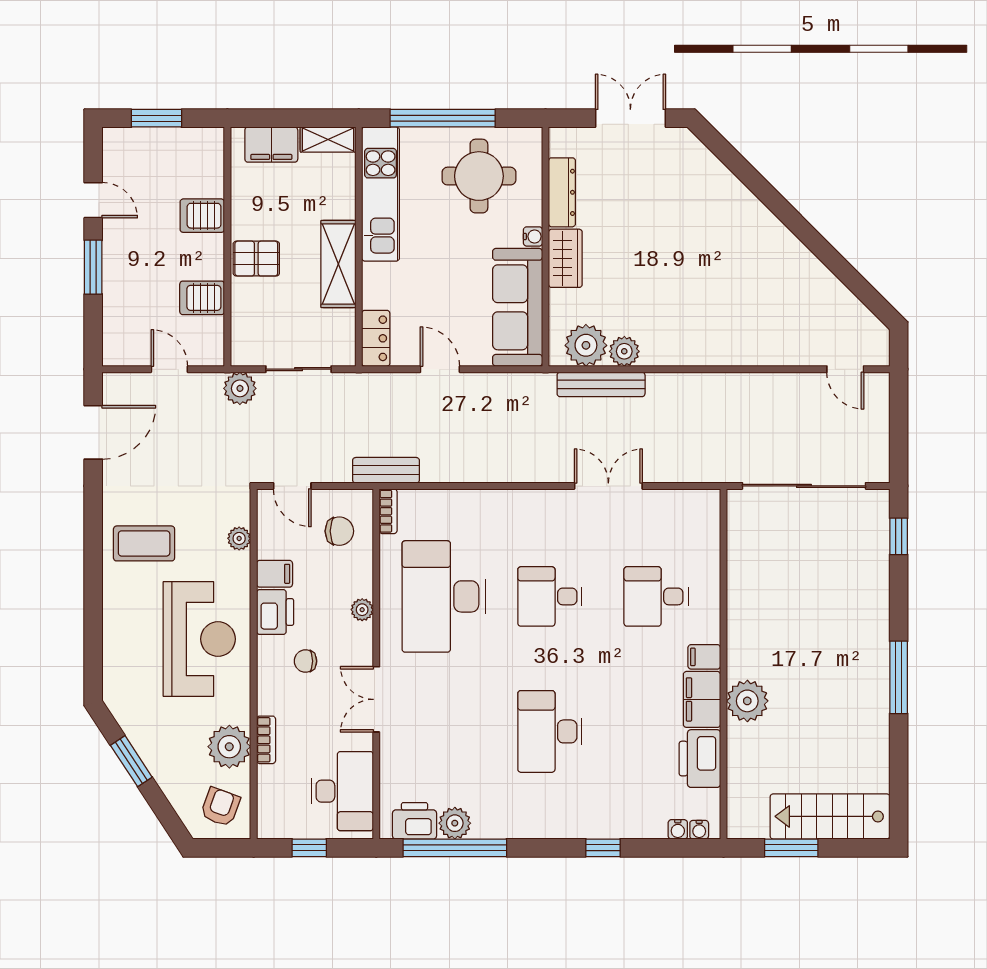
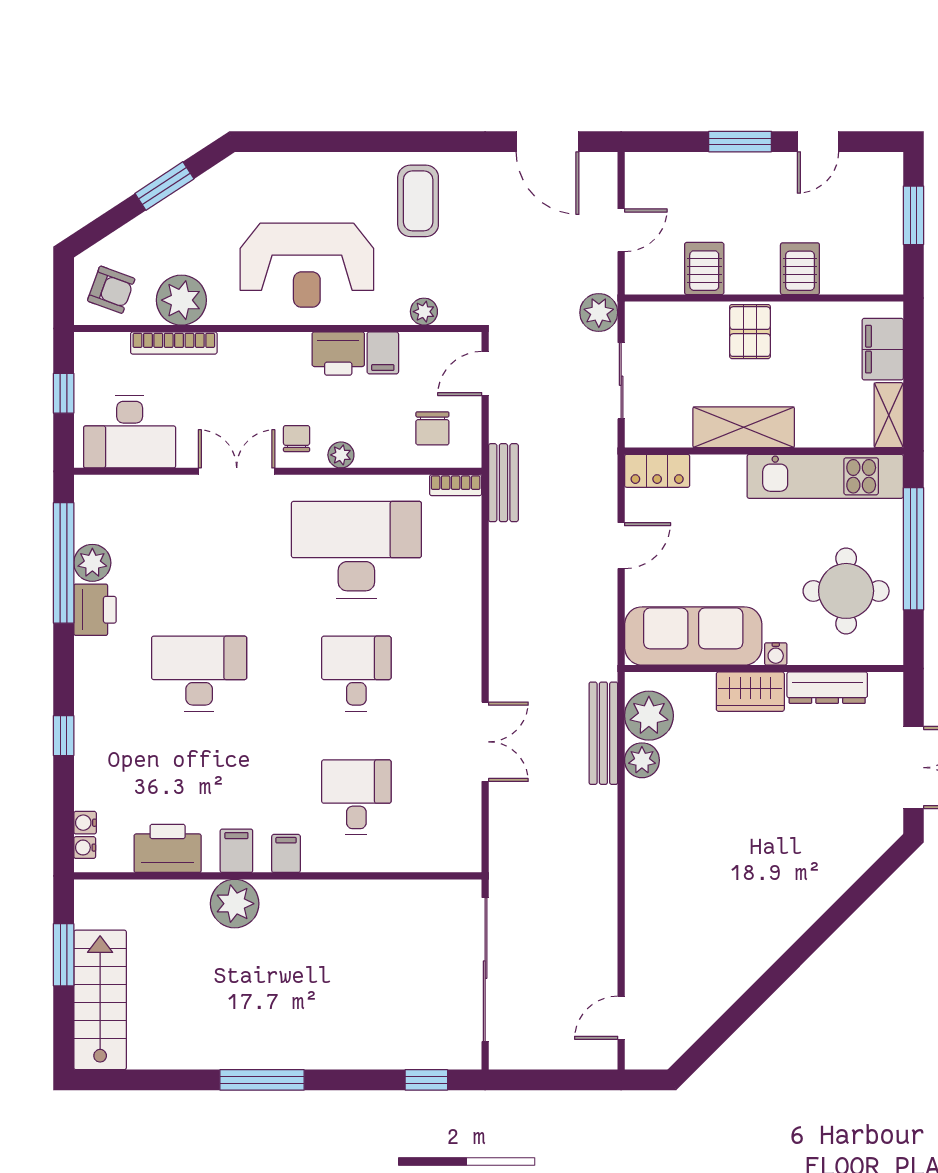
chair: (305, 661) -> (297, 439), moved
filing cabinet: (702, 699) -> (236, 851), width x0.50
bookcase: (266, 740) -> (174, 343), width x1.56
printer: (415, 821) -> (95, 610), moved

